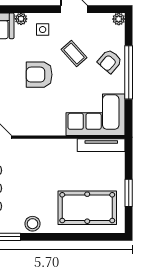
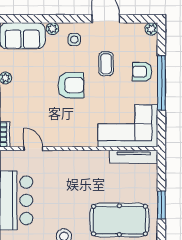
coffee table: (74, 53) -> (106, 64), turned 42
armchair: (110, 61) -> (142, 72), turned 49
armchair: (39, 75) -> (71, 85), turned 180

